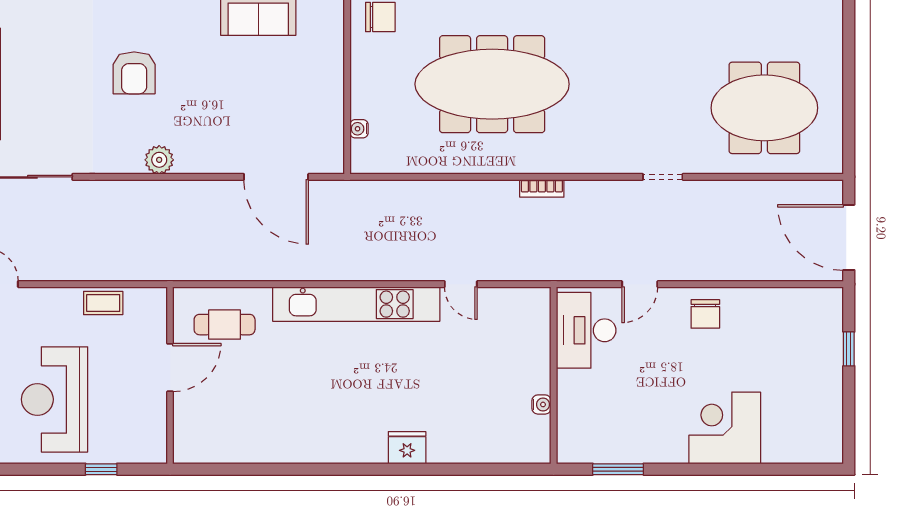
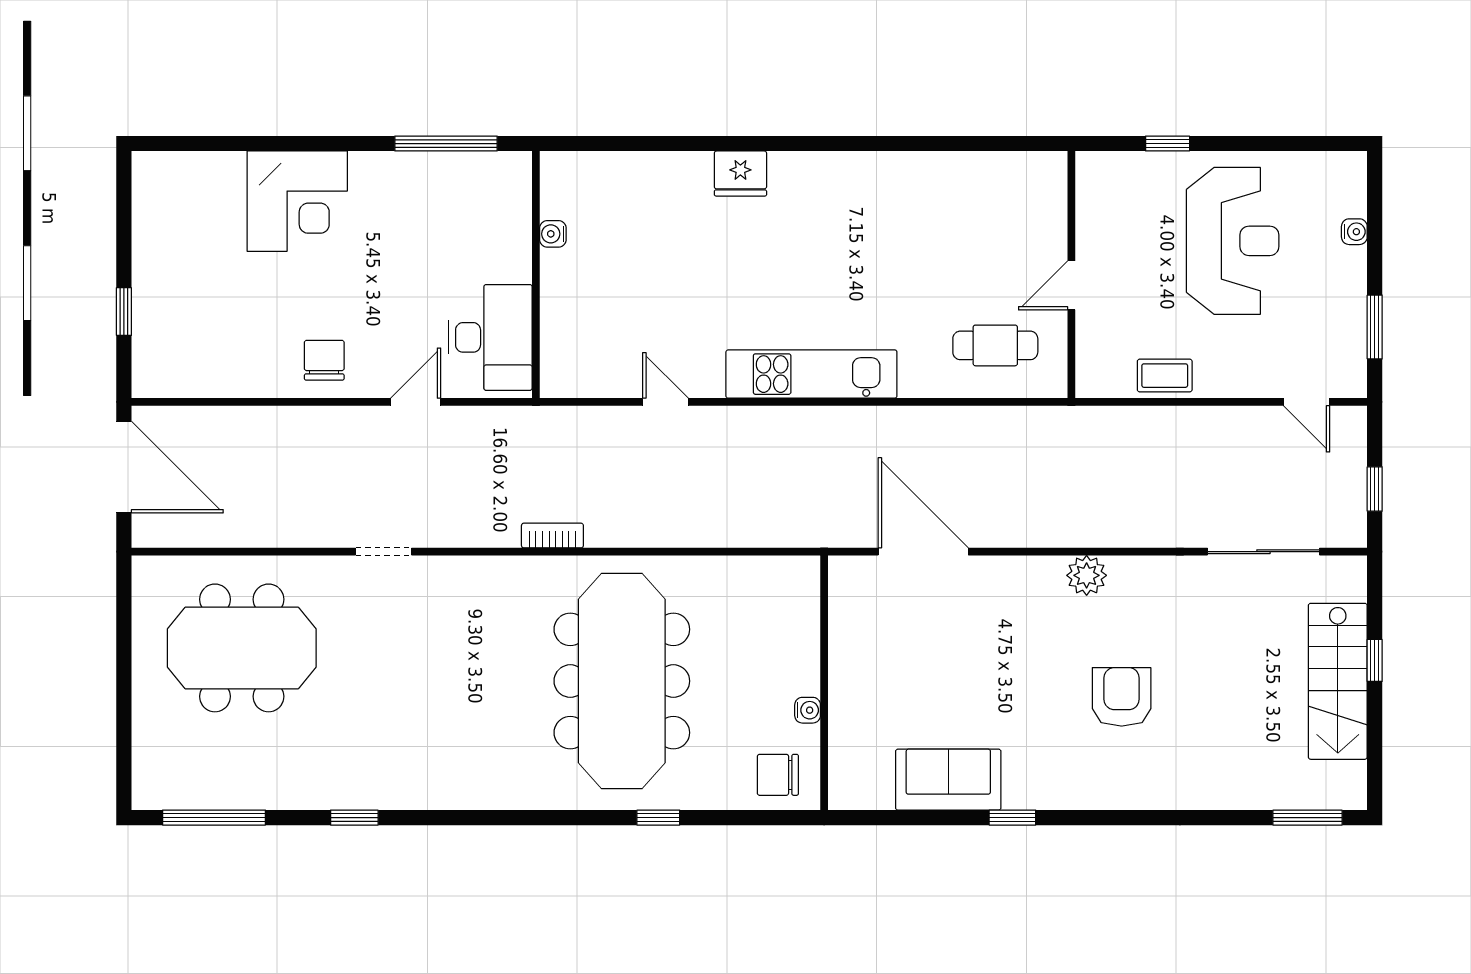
meeting table: (492, 84) -> (622, 681), turned 90
water cooler: (359, 129) -> (808, 710), moved
kitchen unit: (356, 304) -> (811, 374), width x0.73
door: (170, 368) -> (1071, 285), width x0.73
window: (618, 469) -> (446, 144), width x1.44

